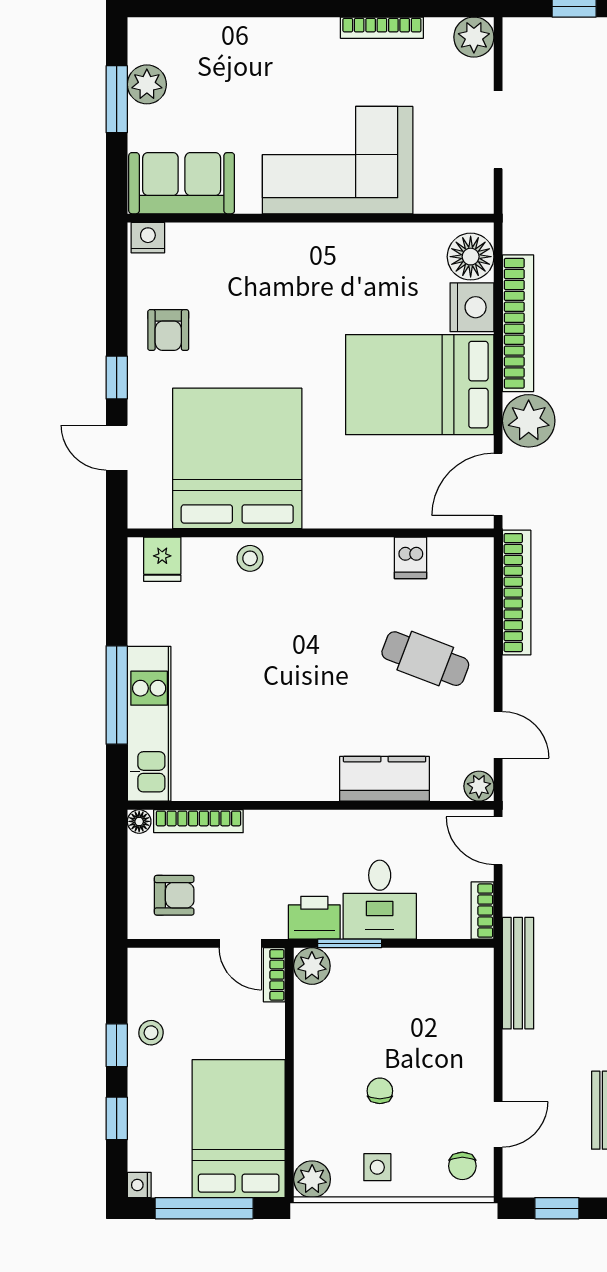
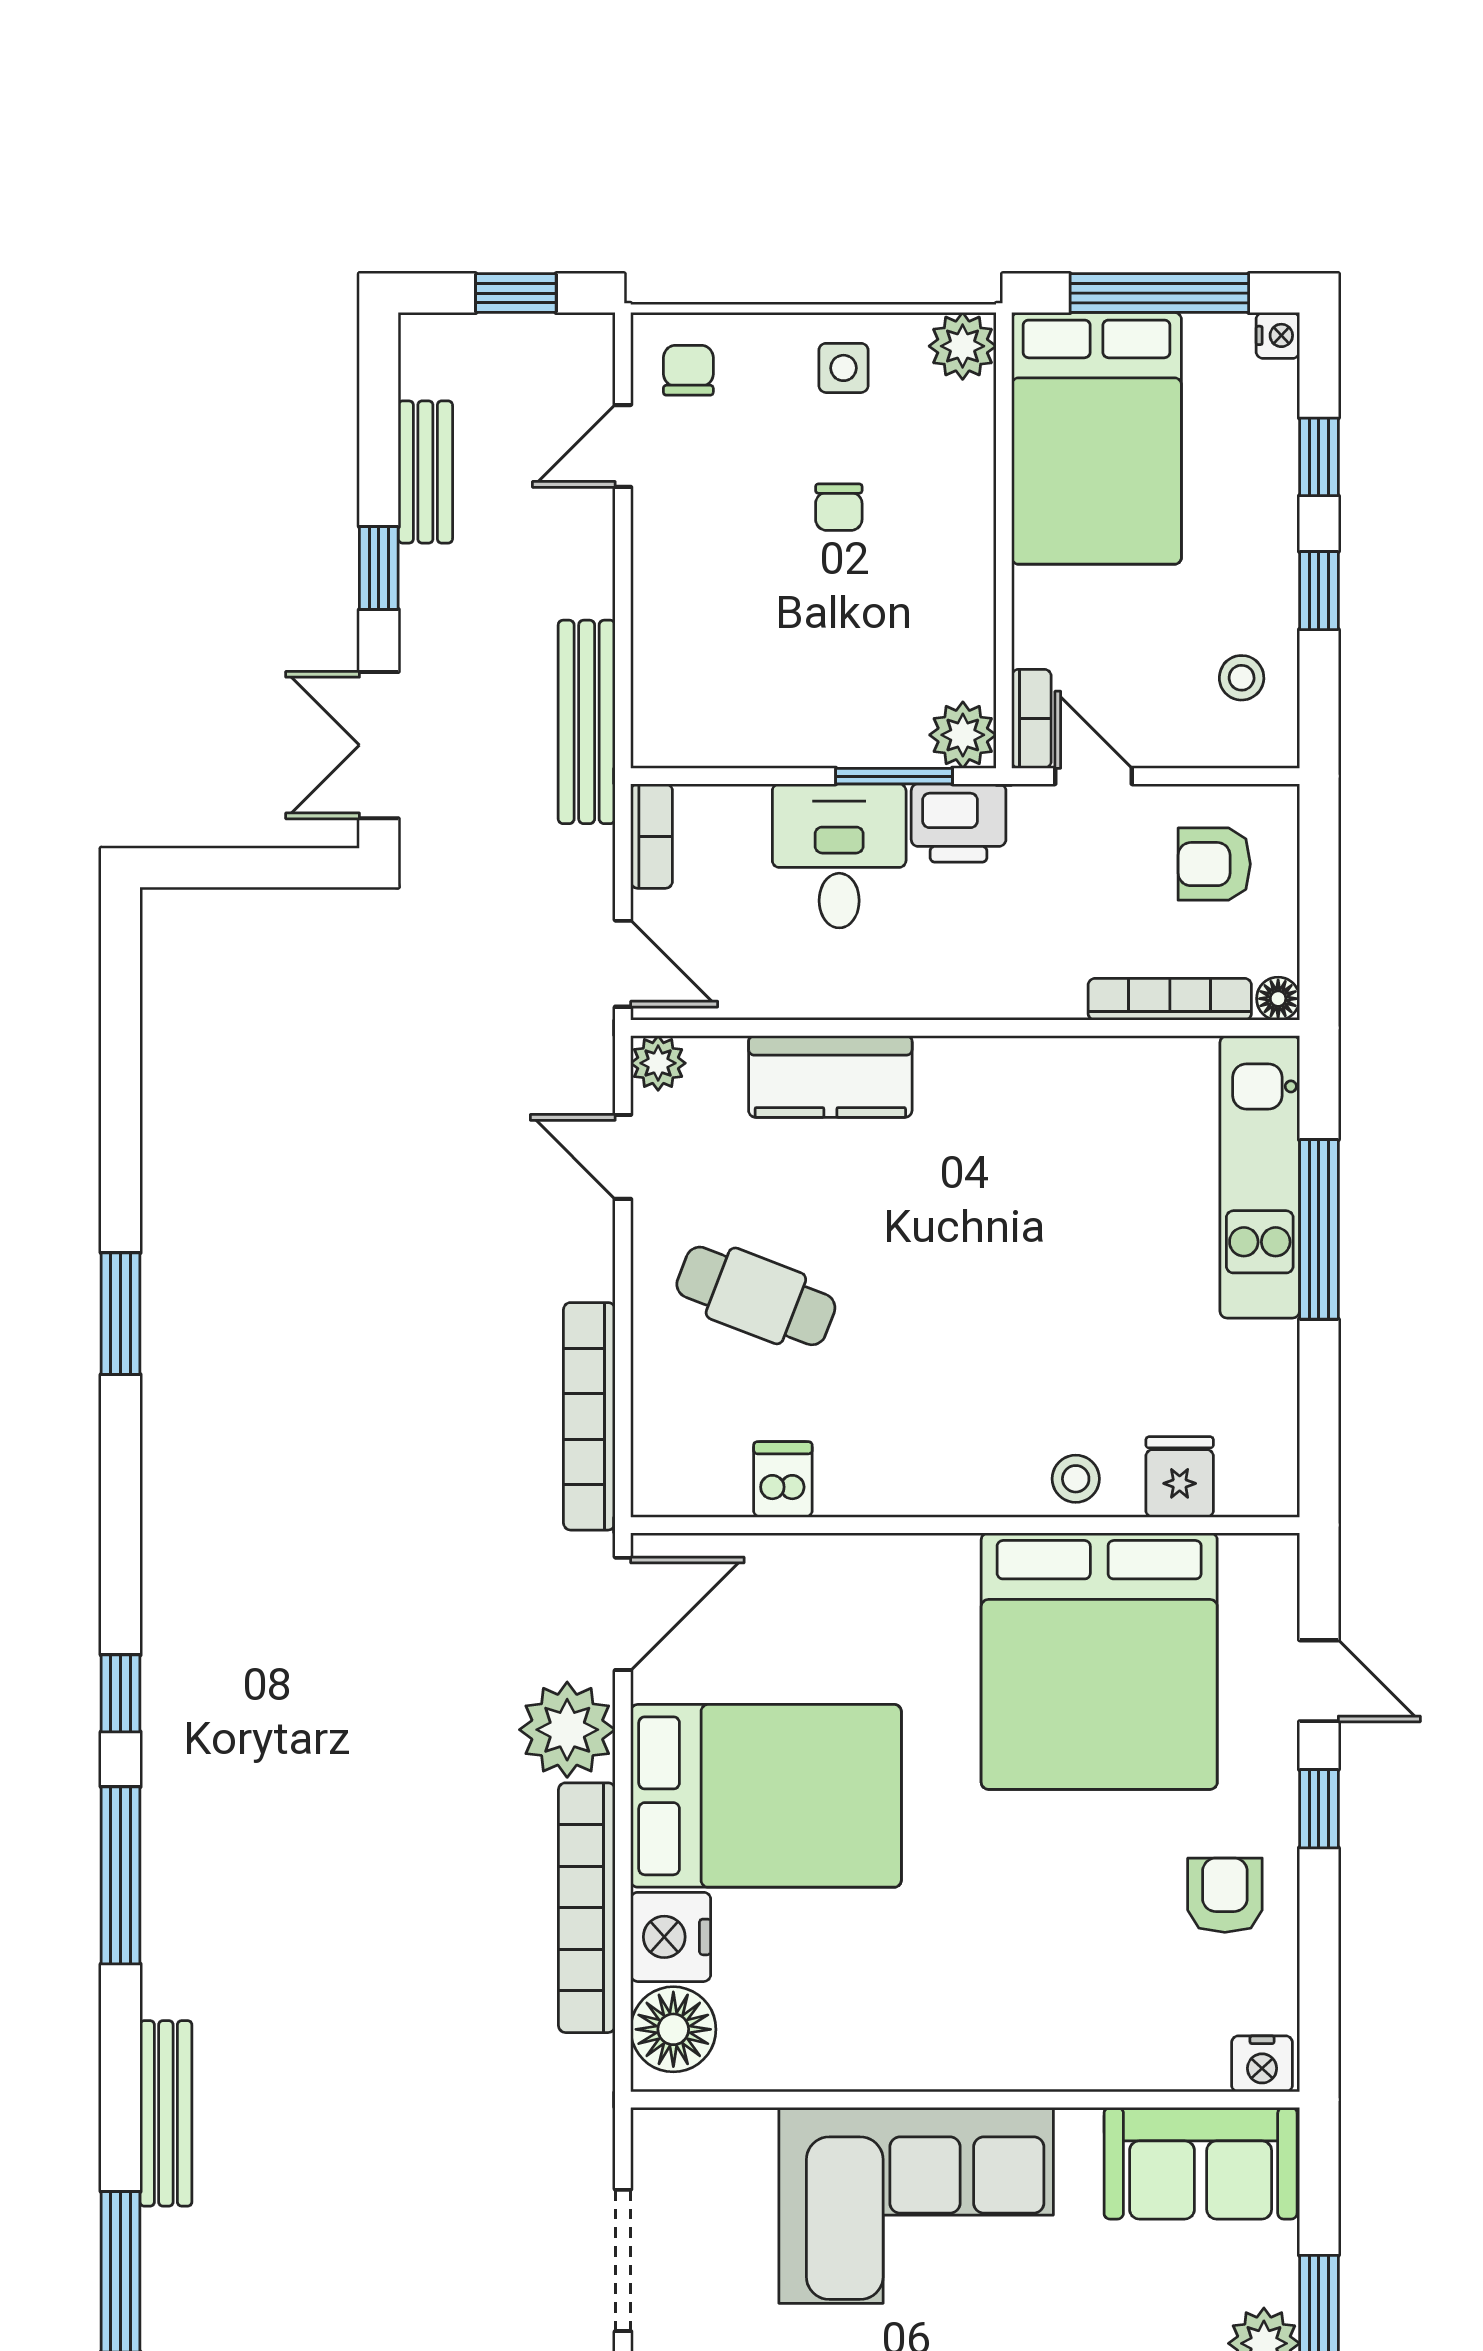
fridge: (162, 559) -> (1180, 1477), moved
stool: (151, 1033) -> (1242, 678), moved

